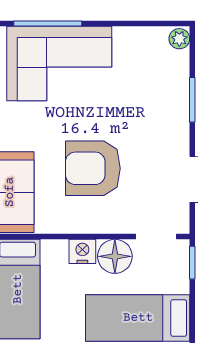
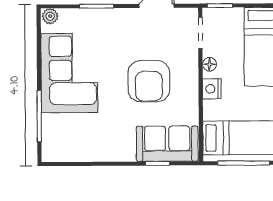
corner sofa: (59, 63) -> (69, 73), moved
floor lamp: (115, 256) -> (209, 64), width x0.53, depth x0.53

